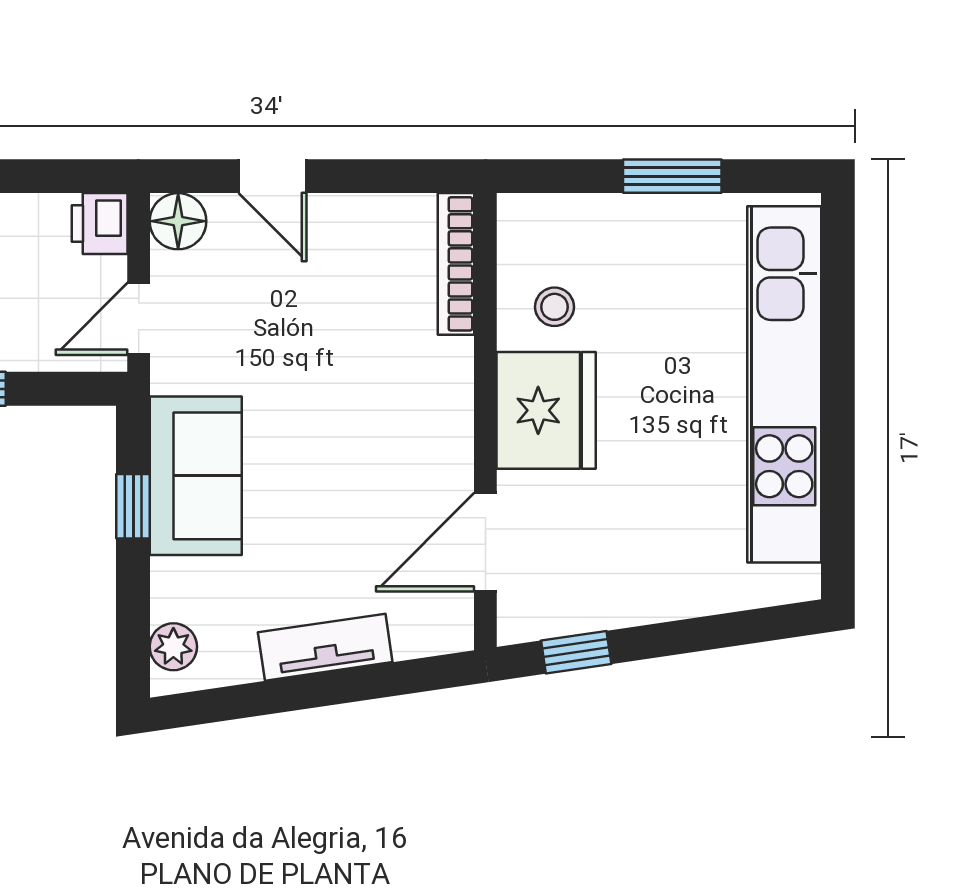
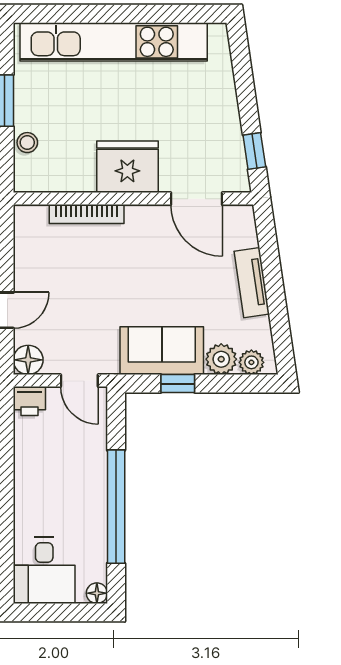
bookcase: (456, 264) -> (87, 214), moved
stool: (554, 307) -> (27, 143), moved
plant: (179, 589) -> (221, 359), added

